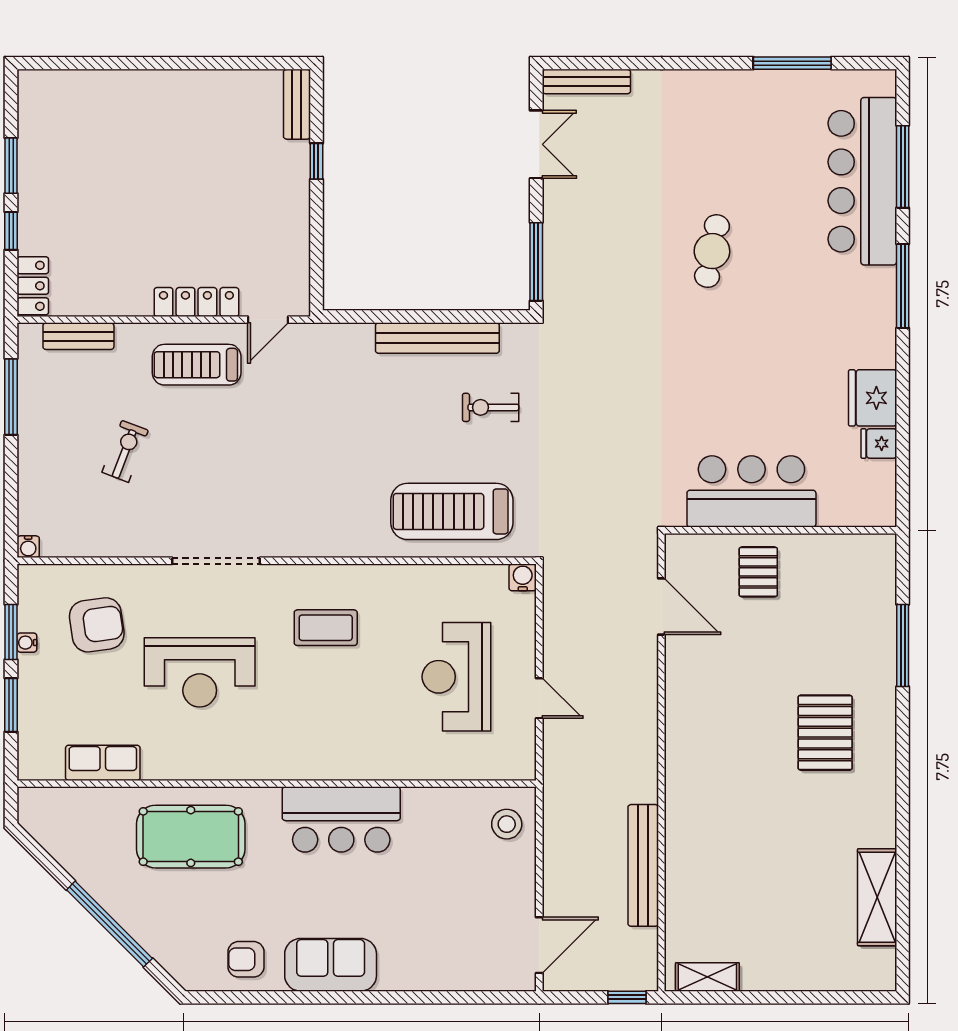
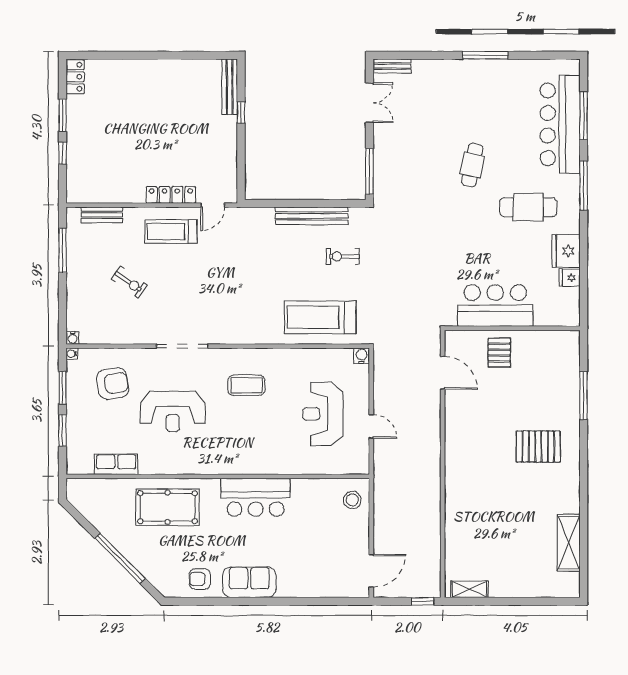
window: (792, 63) -> (485, 55), moved
bench: (586, 82) -> (392, 66), width x0.73
bench: (297, 104) -> (230, 87), width x1.36
locker: (33, 286) -> (75, 77), moved
cafe table: (808, 323) -> (528, 207), added
exercise bike: (125, 451) -> (129, 282), turned 104
water cooler: (27, 643) -> (72, 354), moved
pallet: (825, 733) -> (538, 447), turned 90
bench: (643, 865) -> (432, 524), removed

